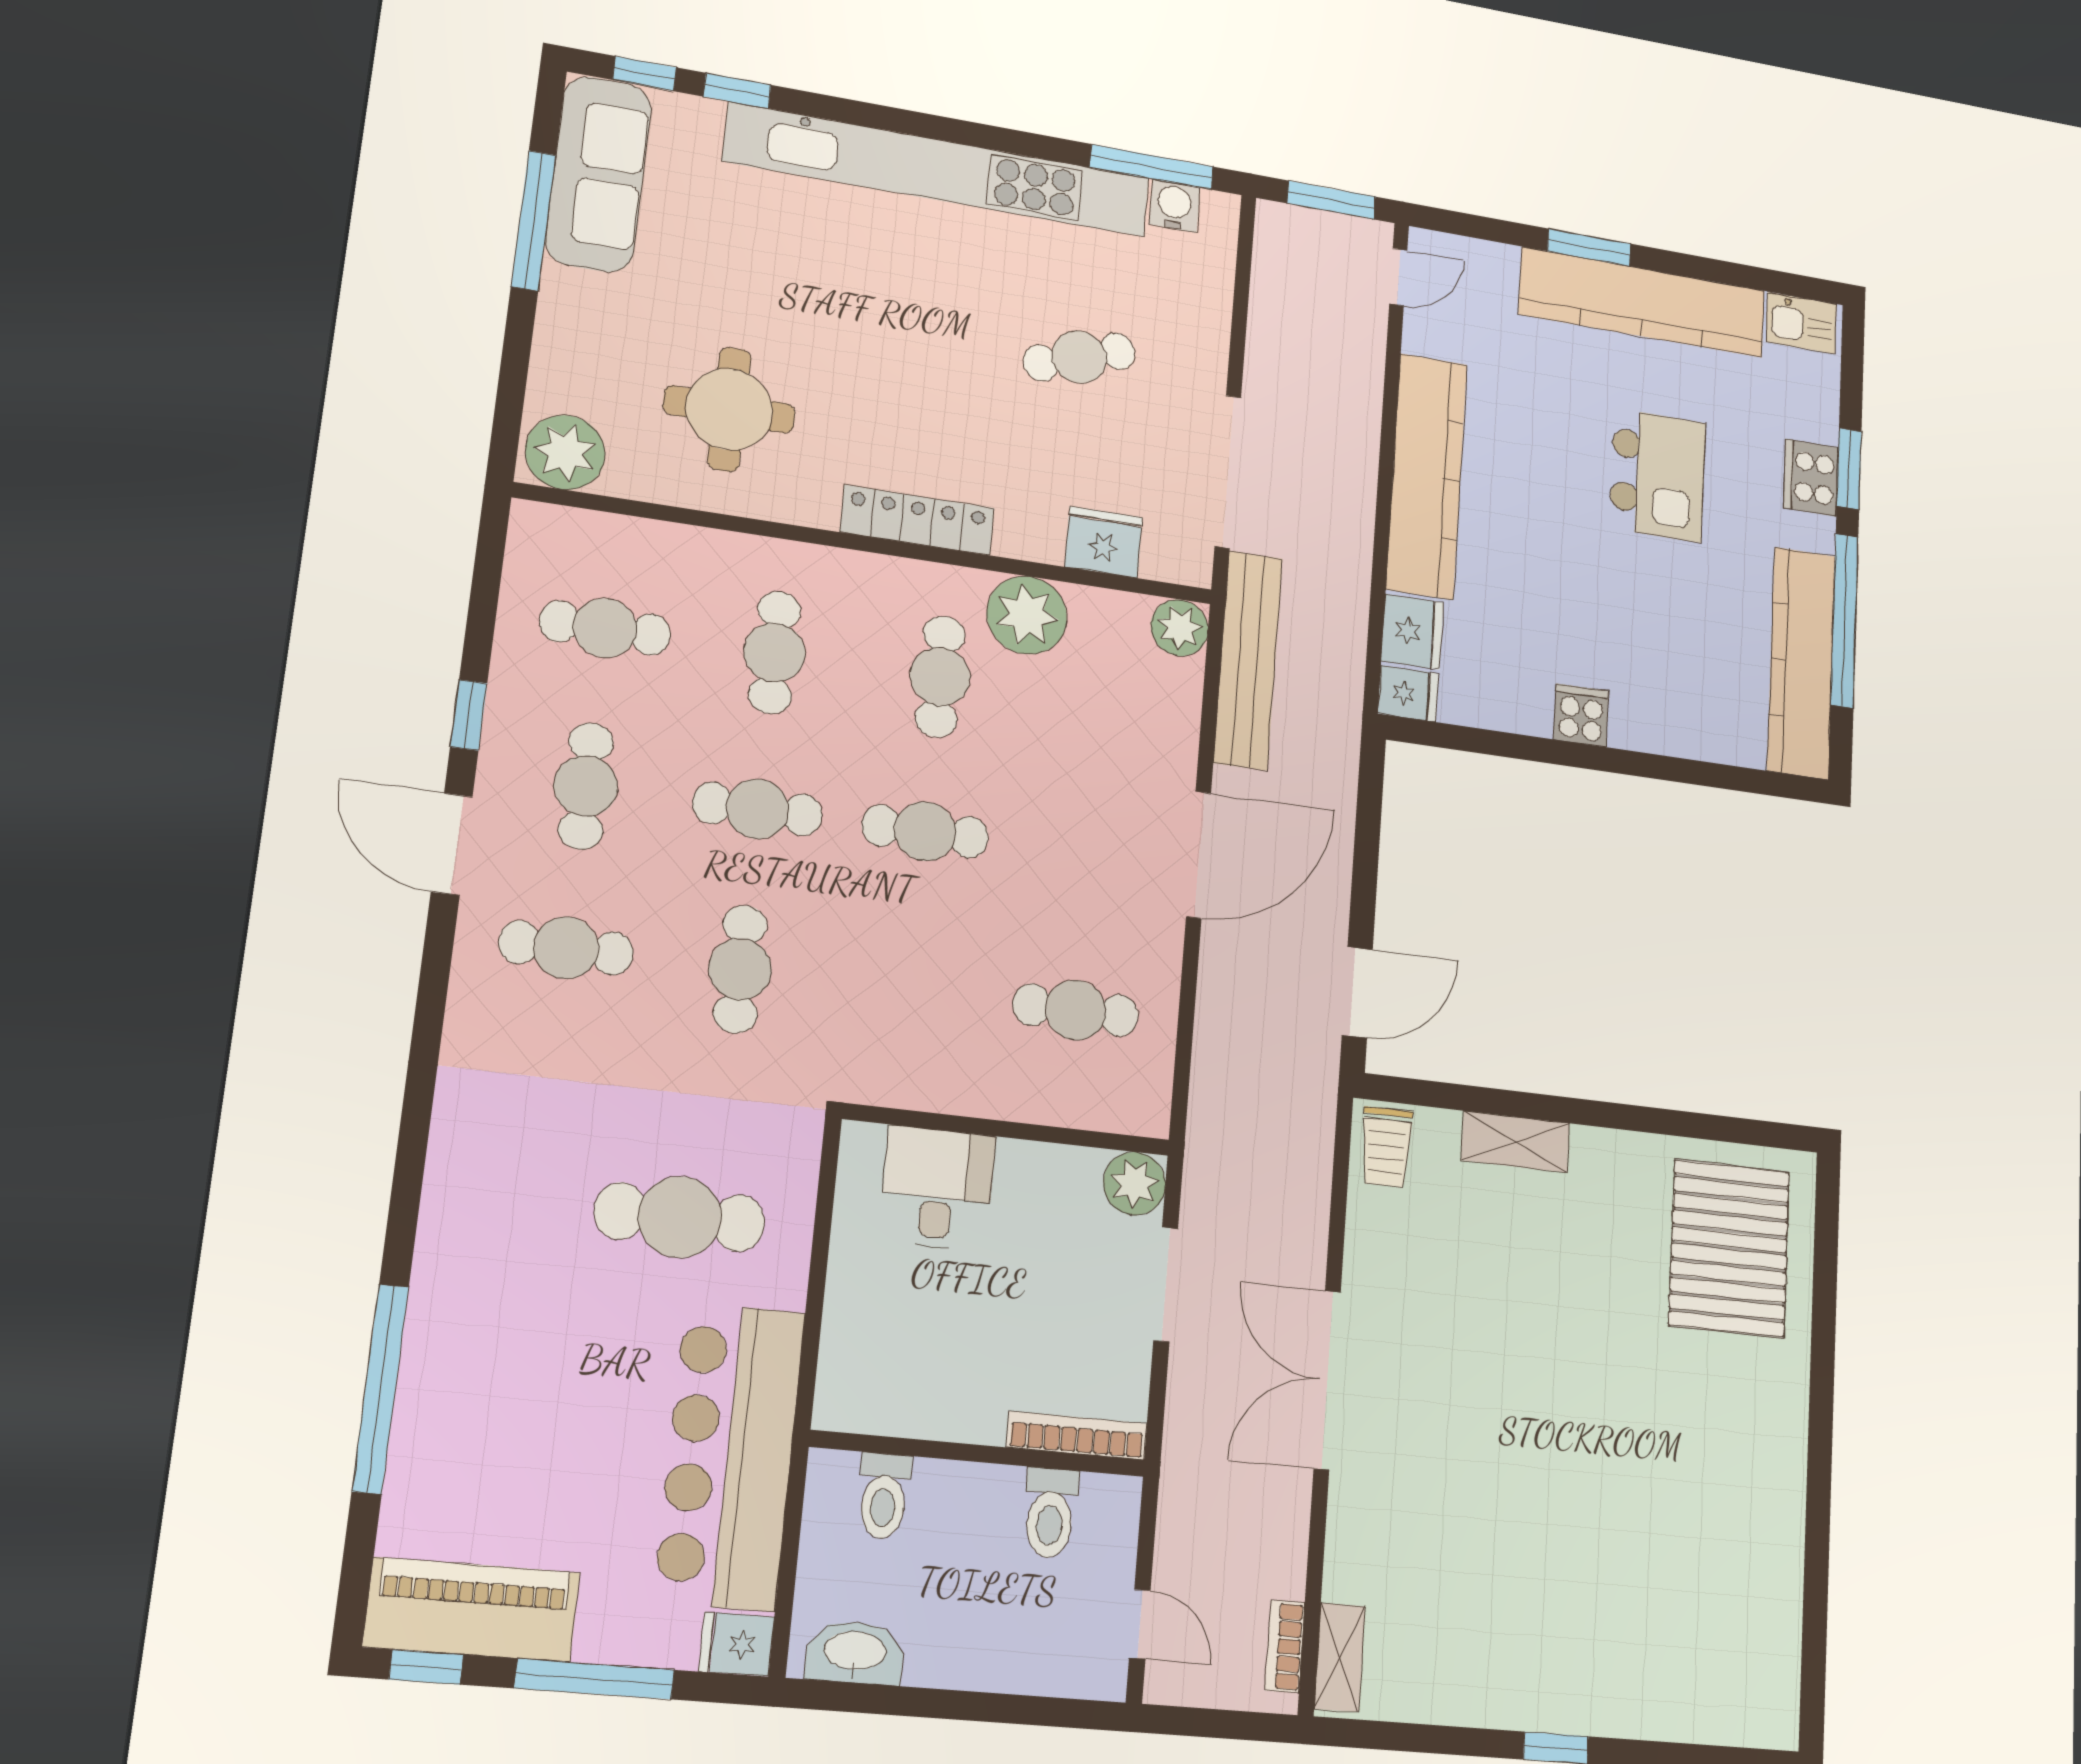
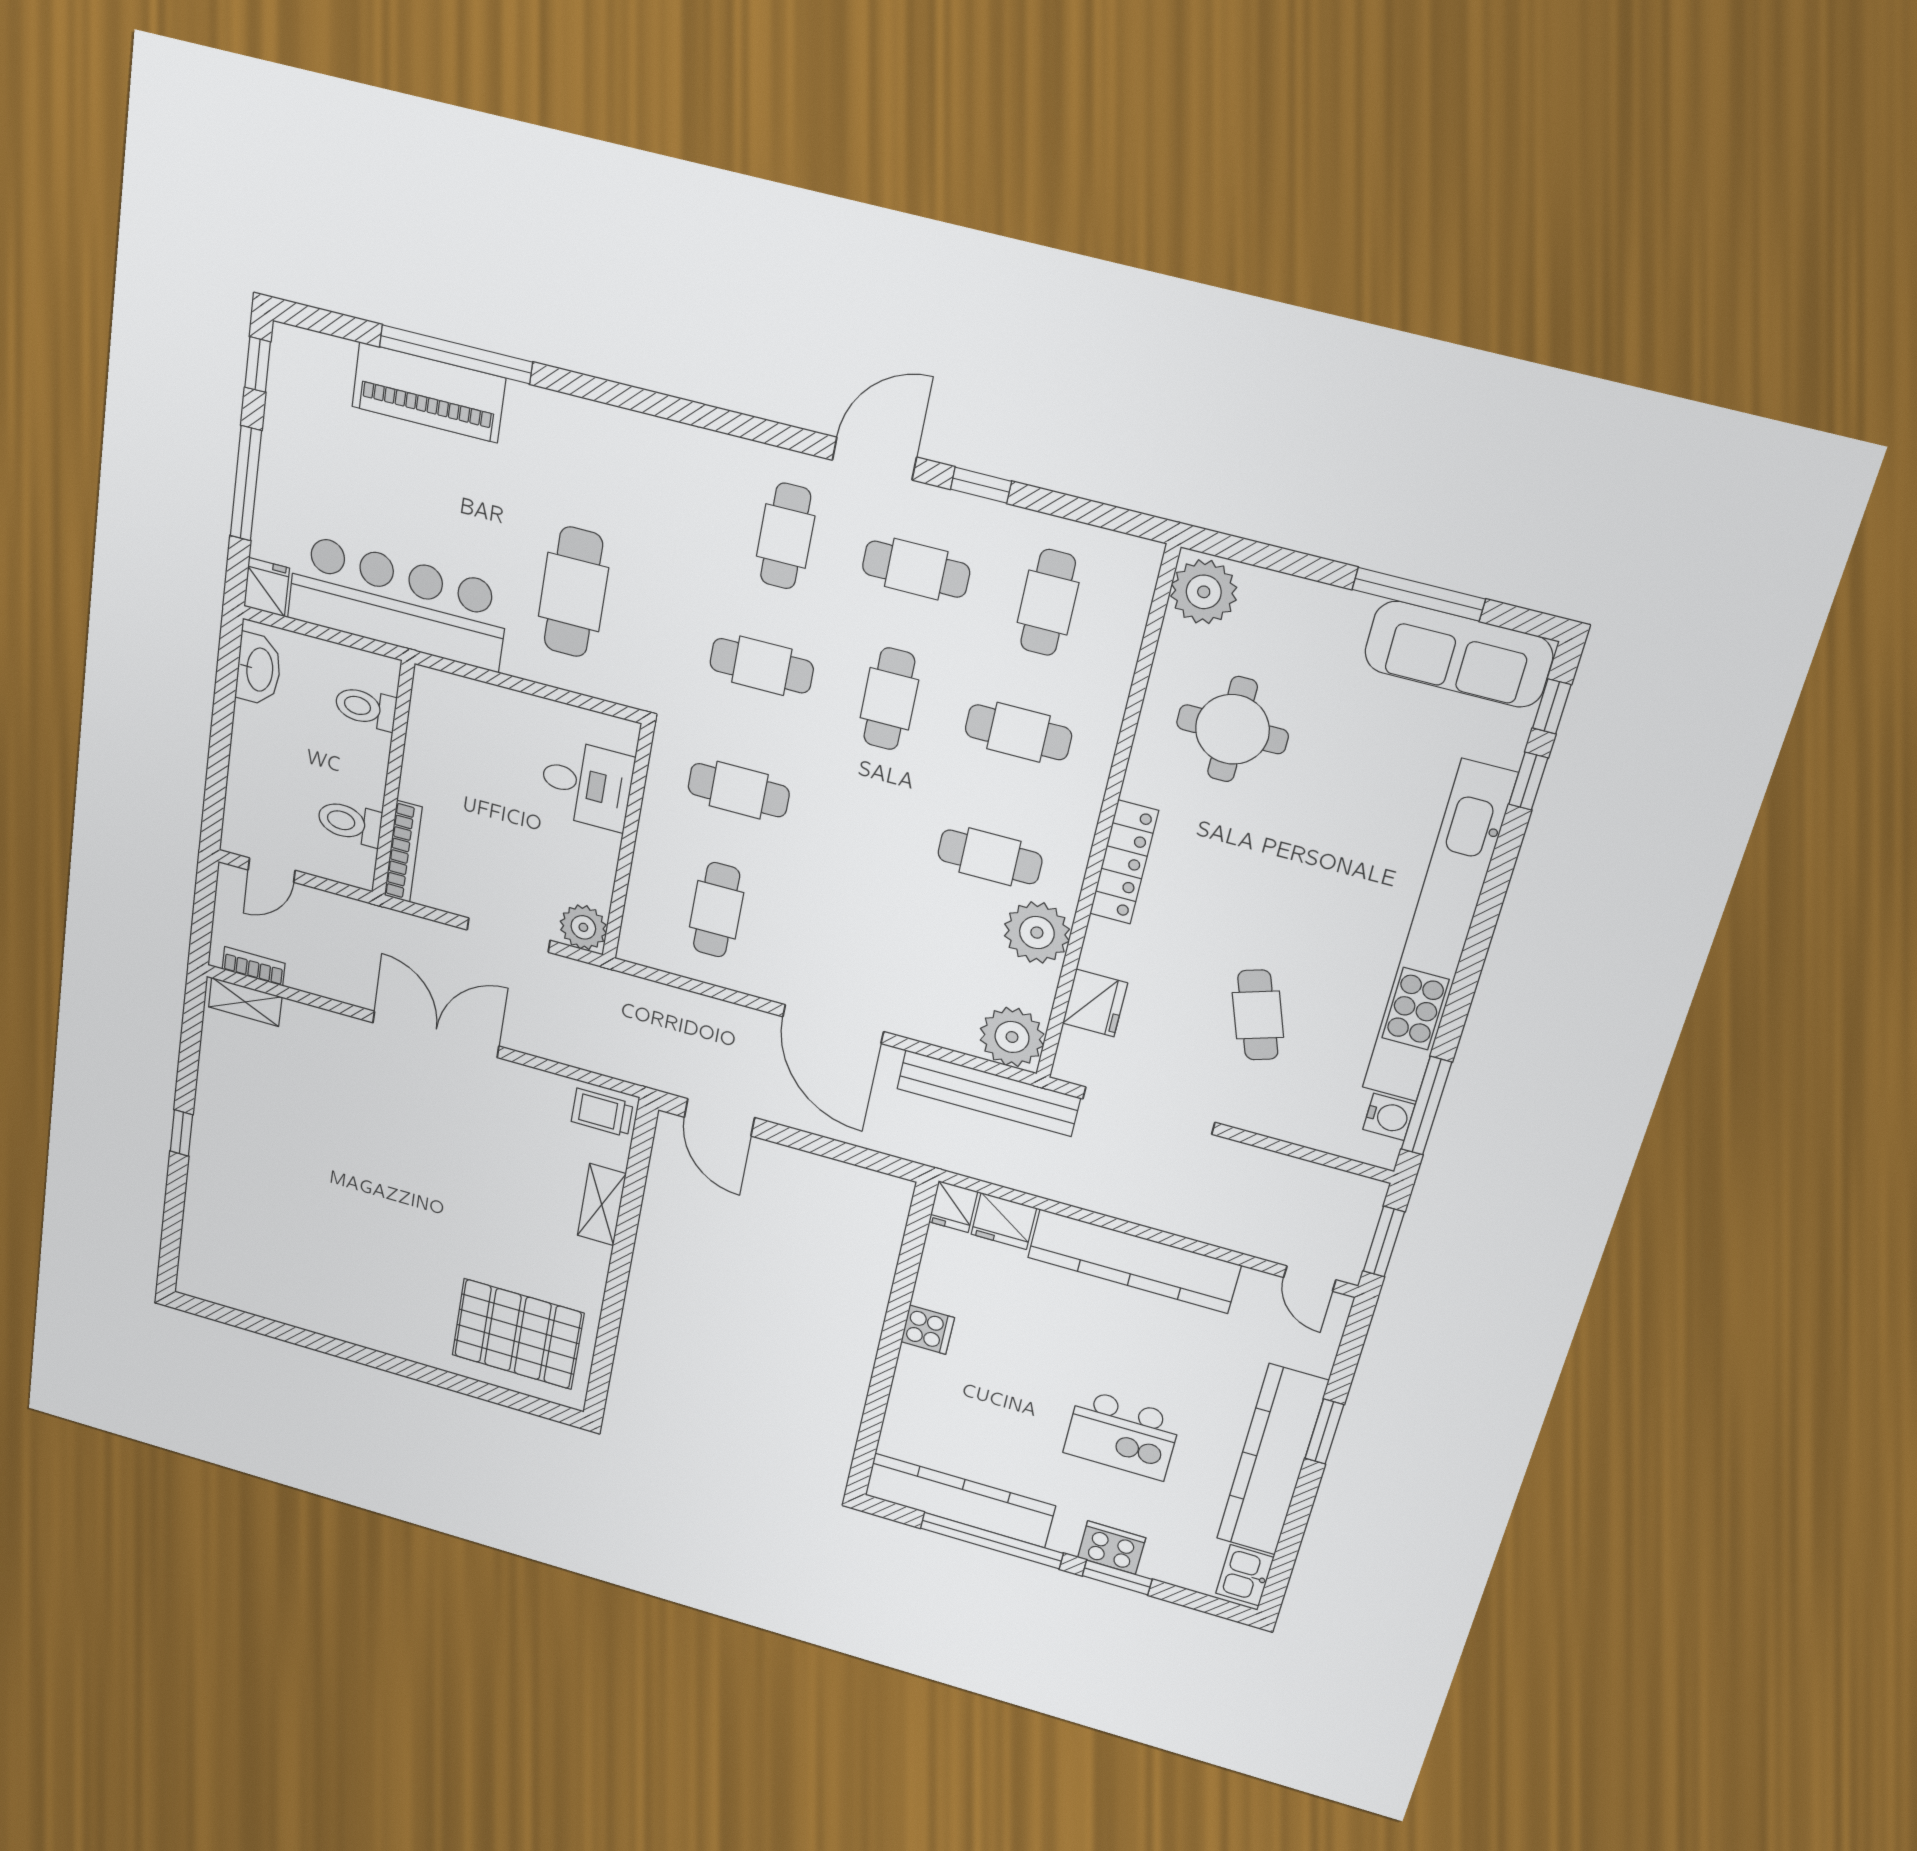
plant: (1179, 628) -> (1012, 1037), width x1.36, depth x1.36
cafe table: (925, 831) -> (739, 790), moved, turned 90
piano: (472, 1610) -> (429, 392), moved, turned 90

